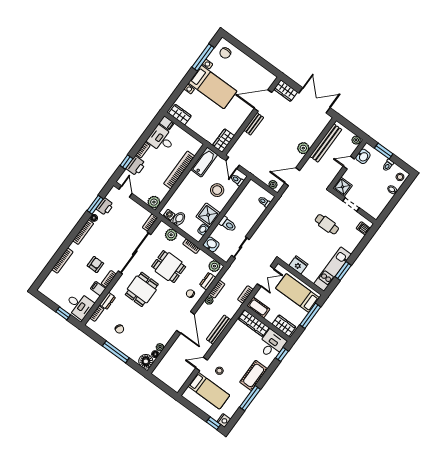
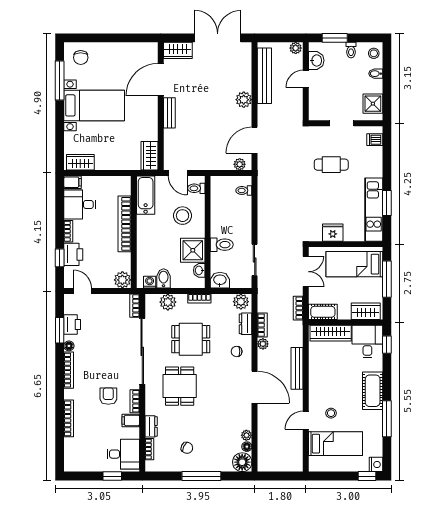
shower: (343, 187) -> (373, 104), moved

